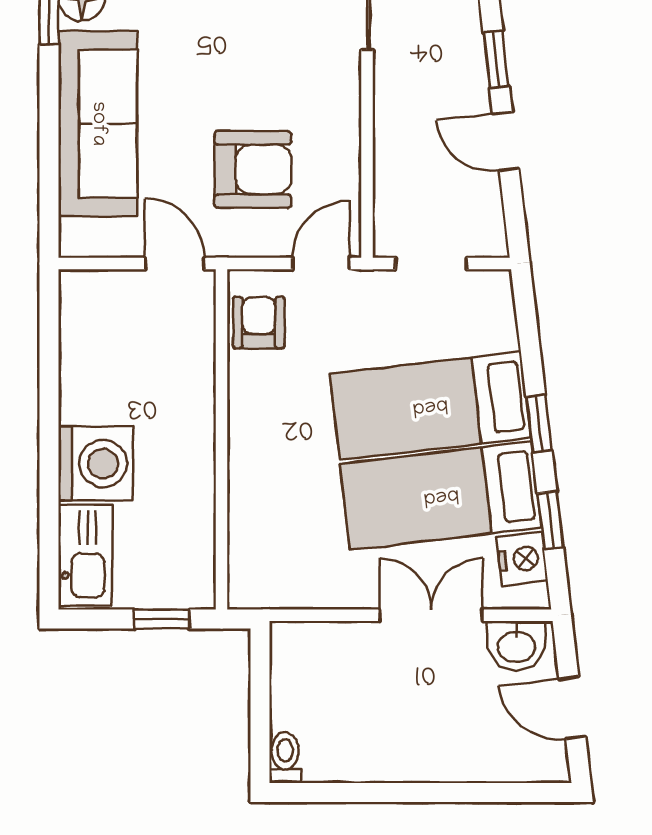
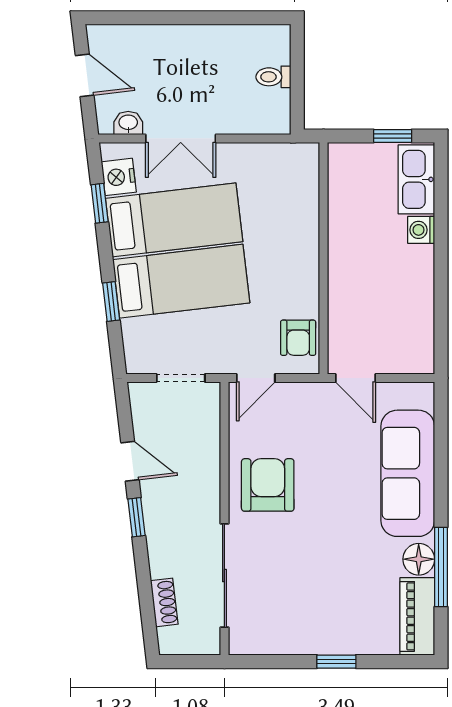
armchair: (253, 169) -> (268, 485), moved, turned 90
window: (539, 424) -> (111, 302), moved
washing machine: (96, 464) -> (421, 230), width x0.53, depth x0.53
window: (162, 619) -> (393, 136), moved
washbasin: (516, 646) -> (128, 123), width x0.72, depth x0.69
toilet: (285, 758) -> (273, 77), moved, turned 90

